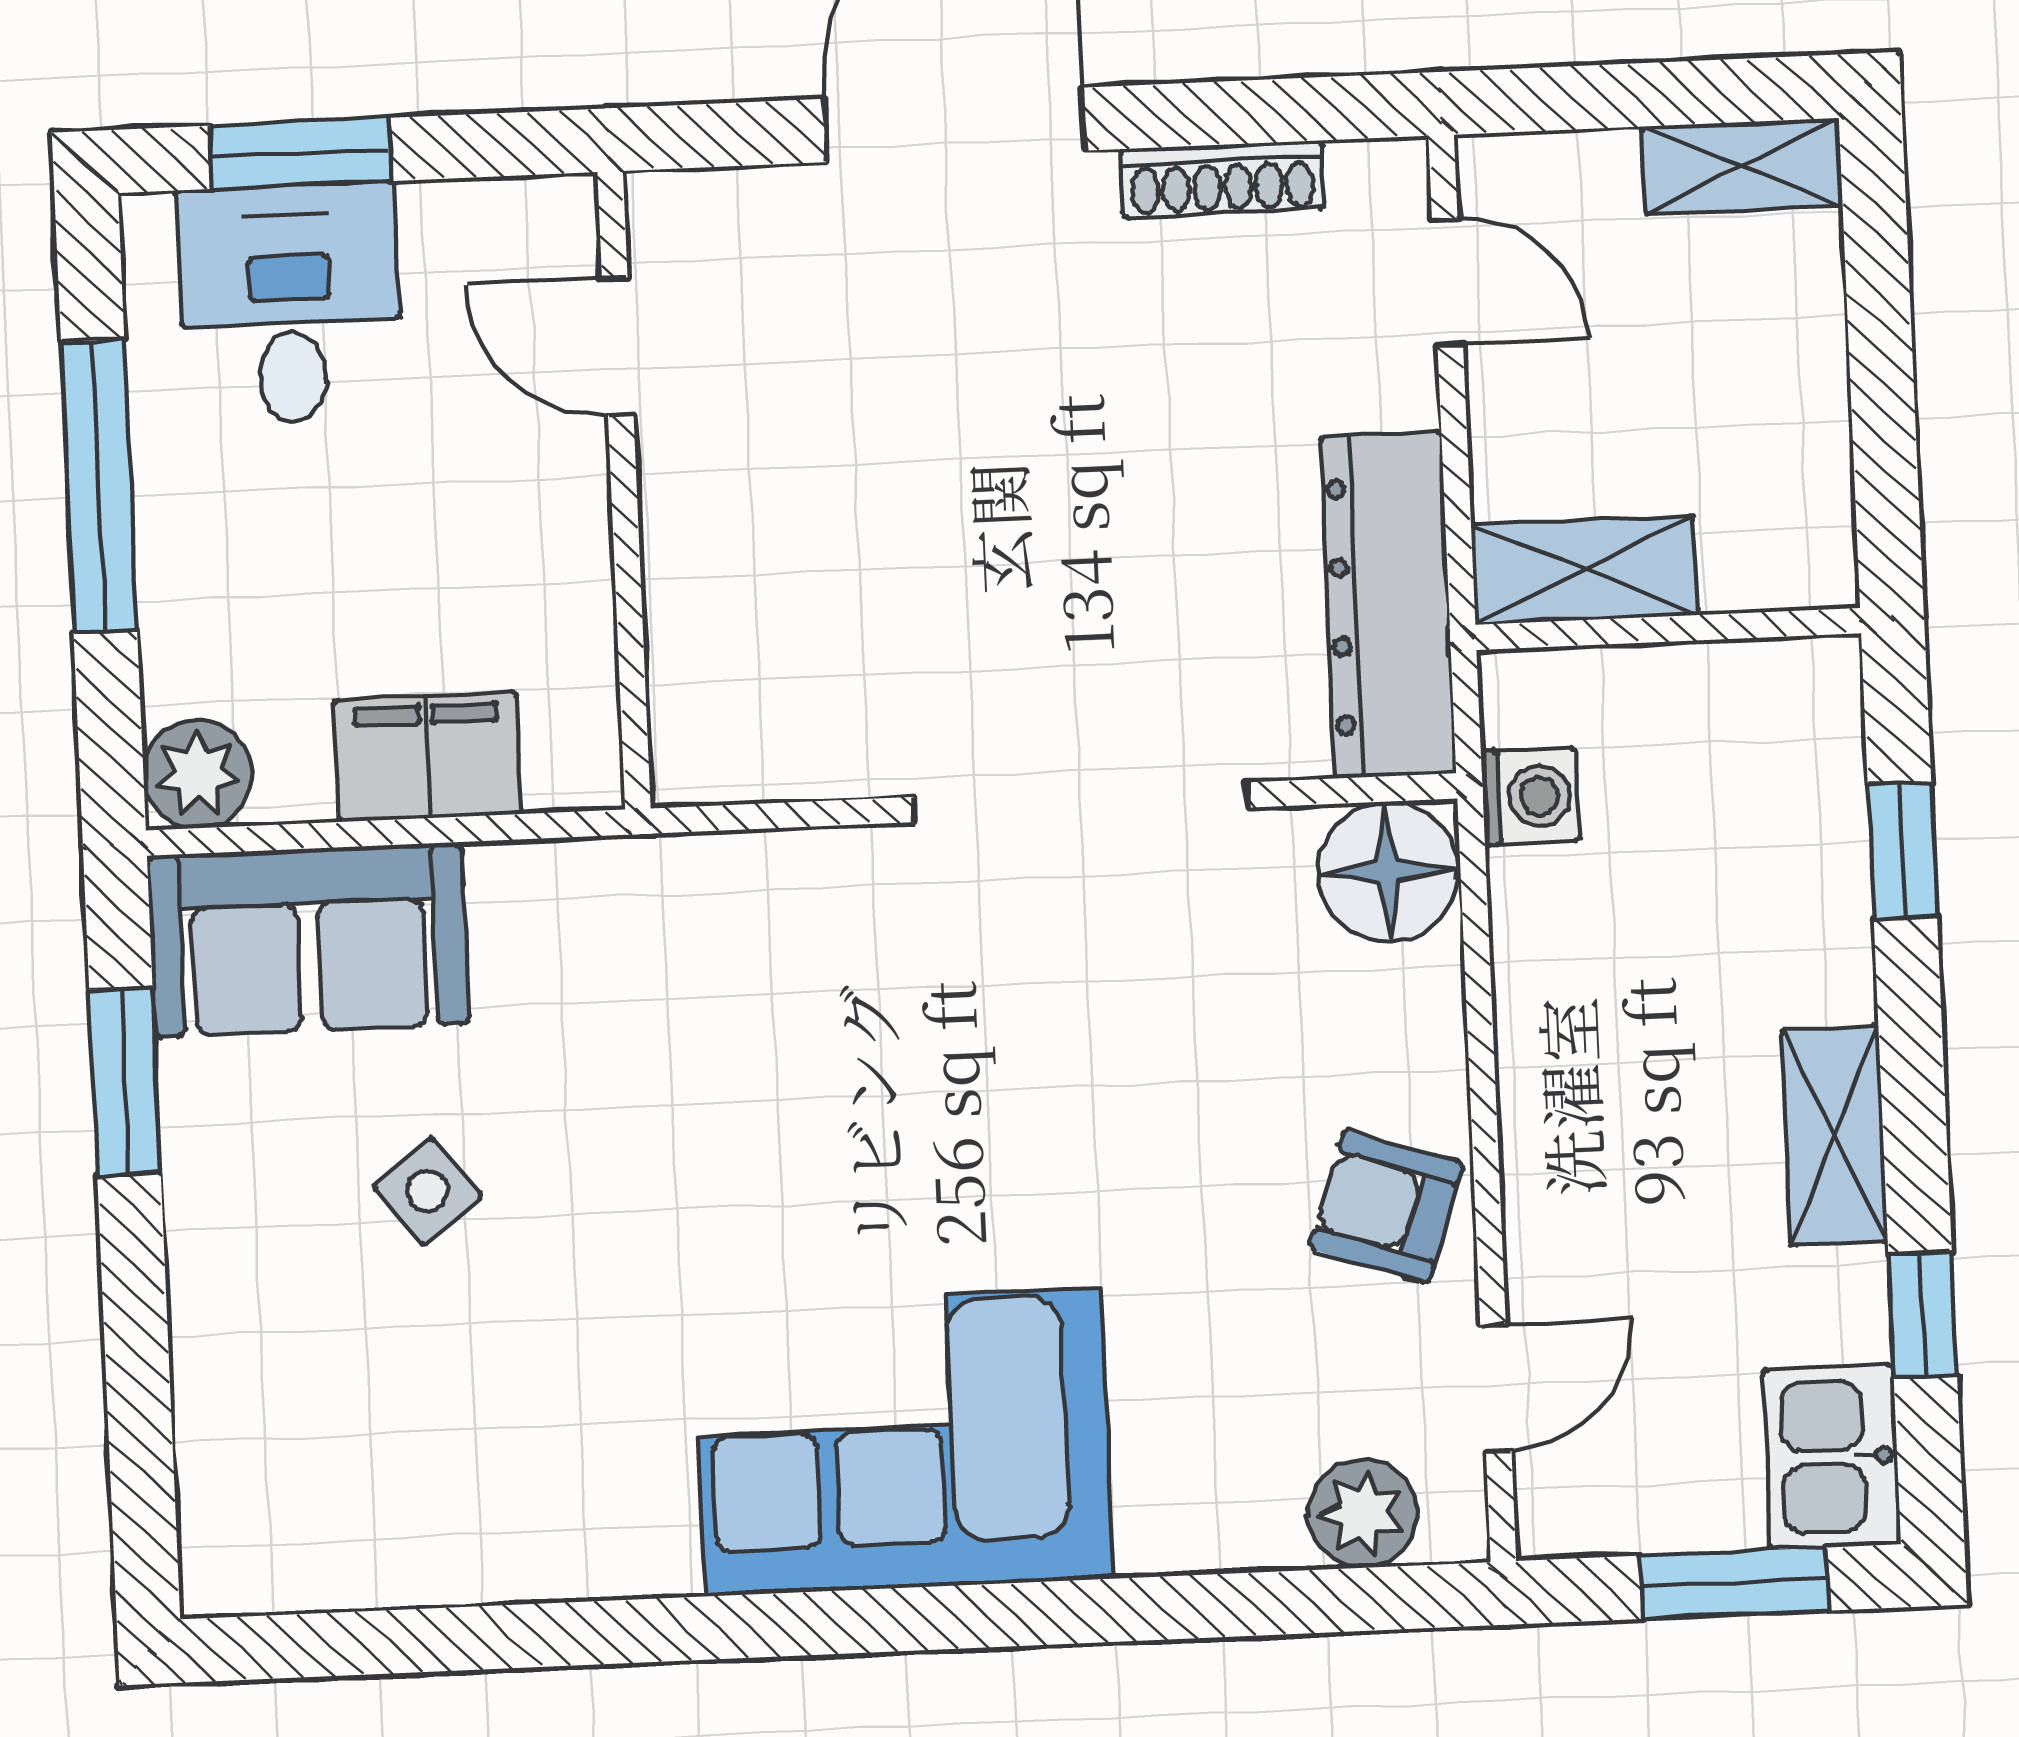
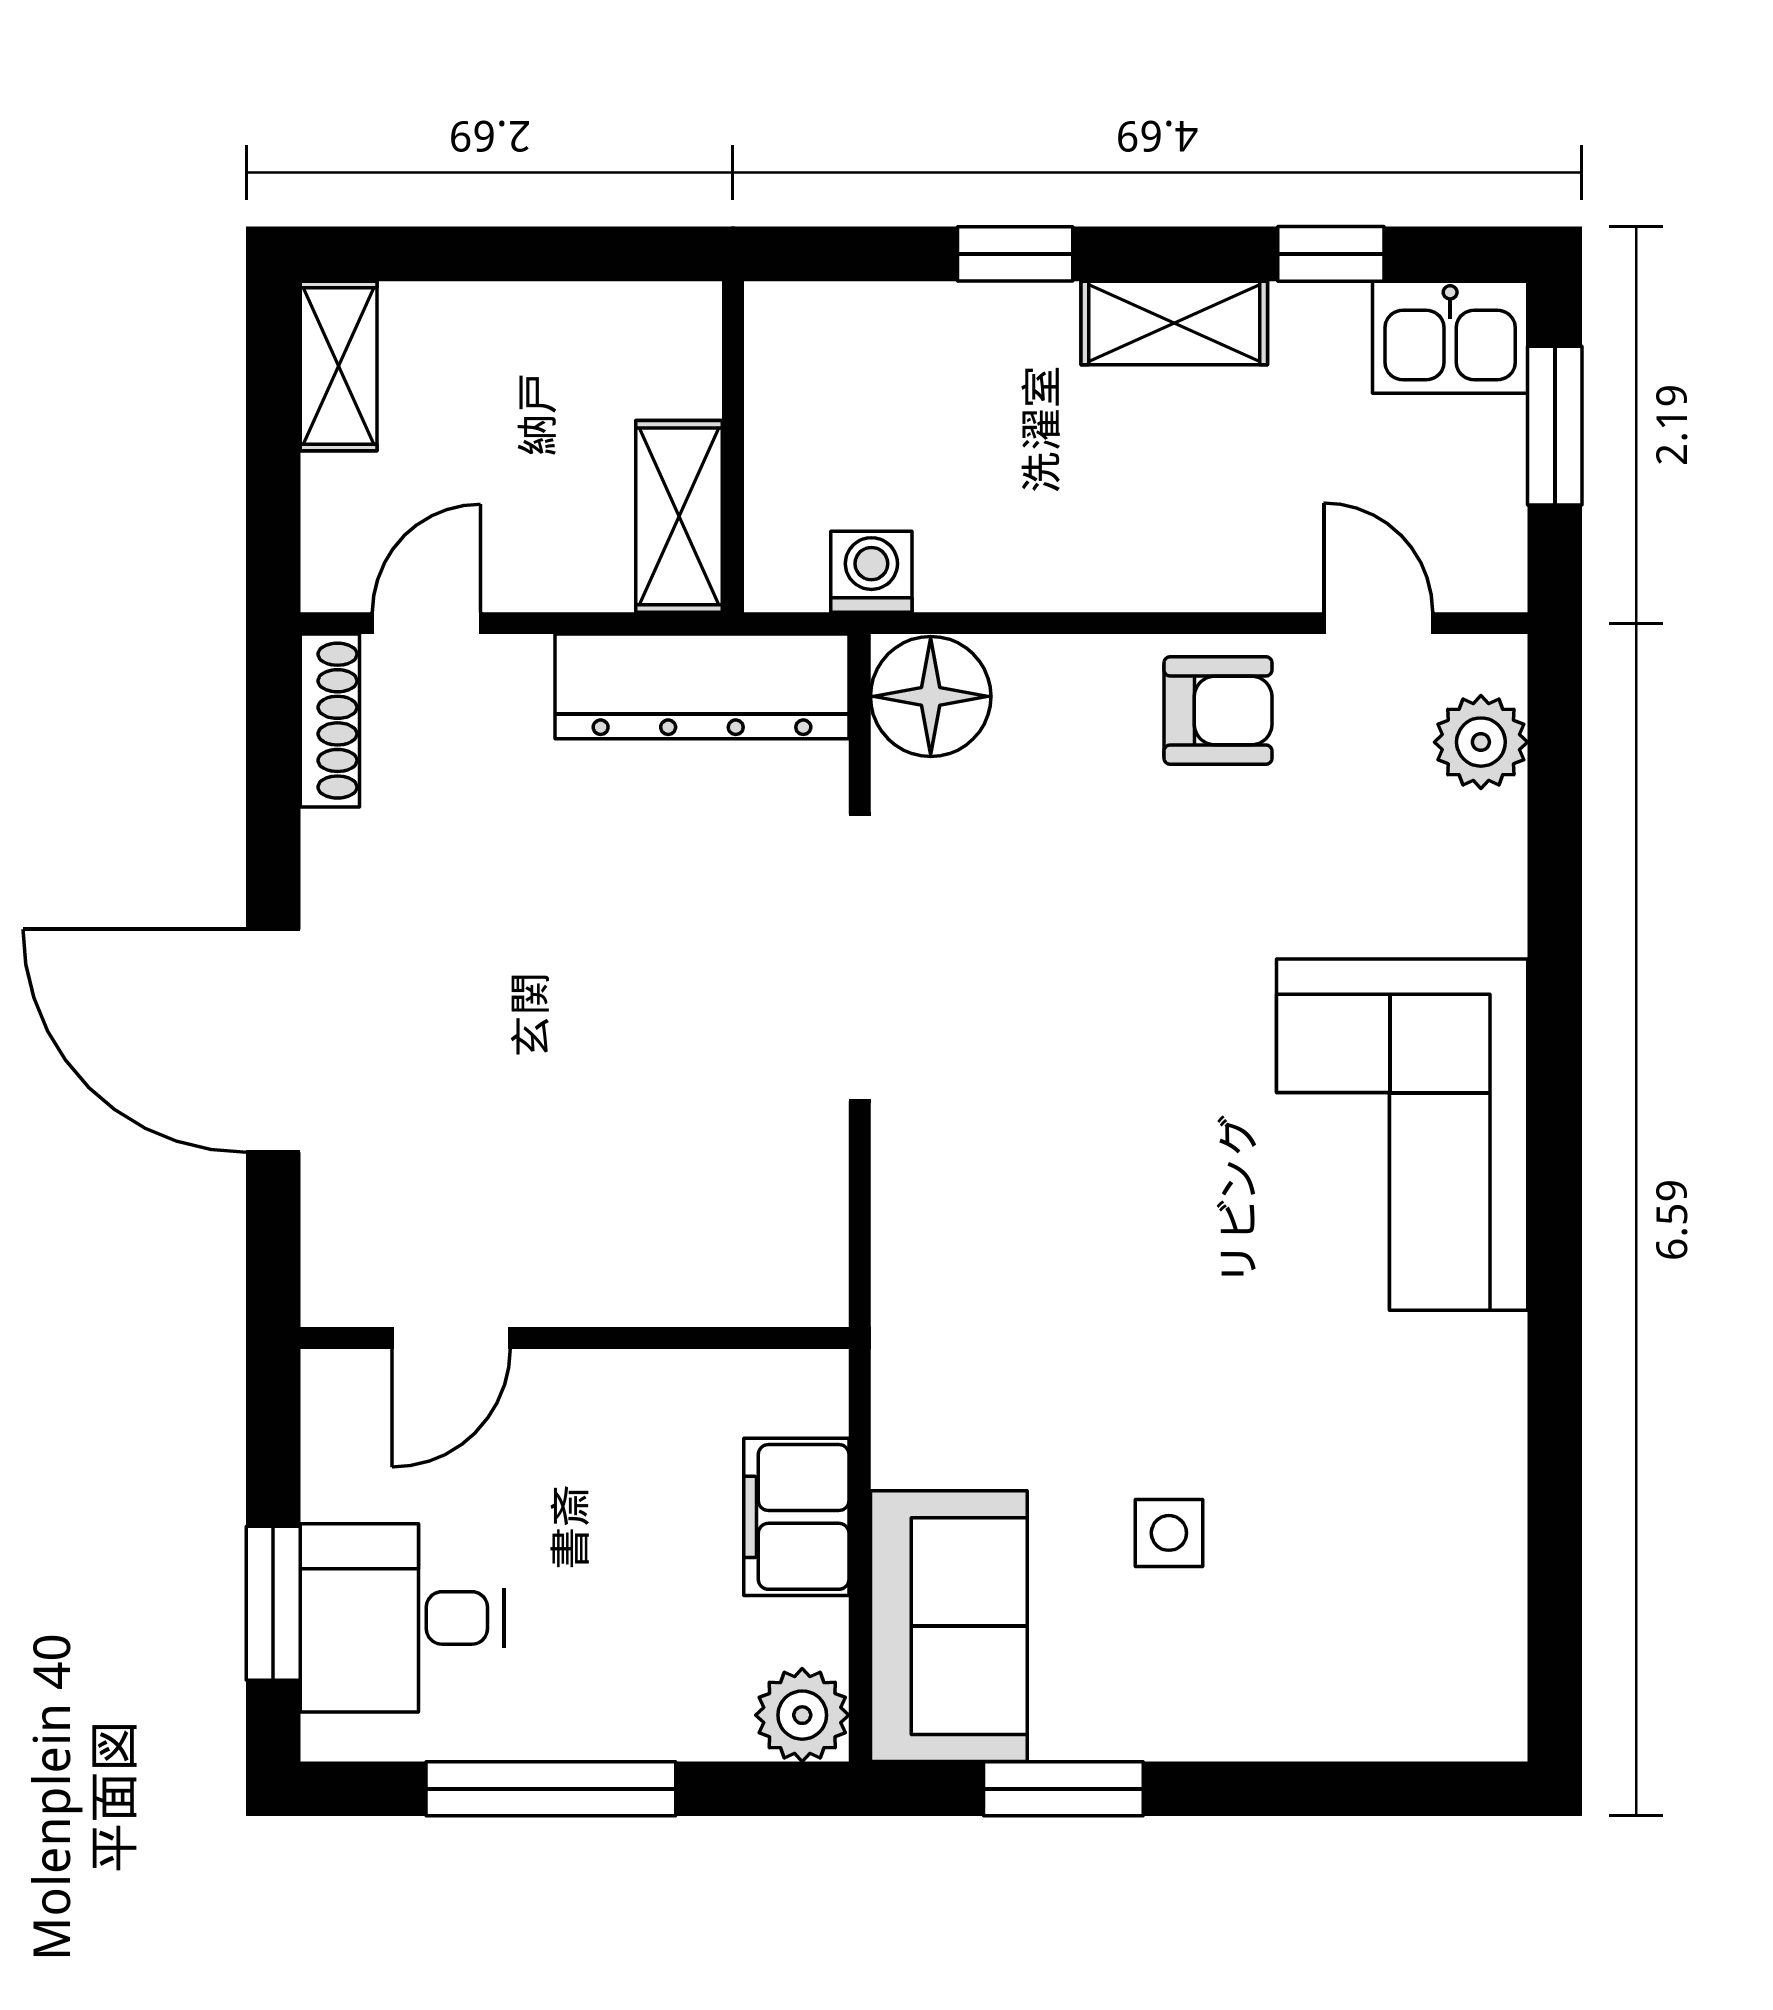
shoe rack: (1222, 179) -> (330, 721), moved
window: (1902, 851) -> (1015, 254), moved
side table: (428, 1191) -> (1169, 1533), turned 38
armchair: (1386, 1206) -> (1218, 711), turned -109

